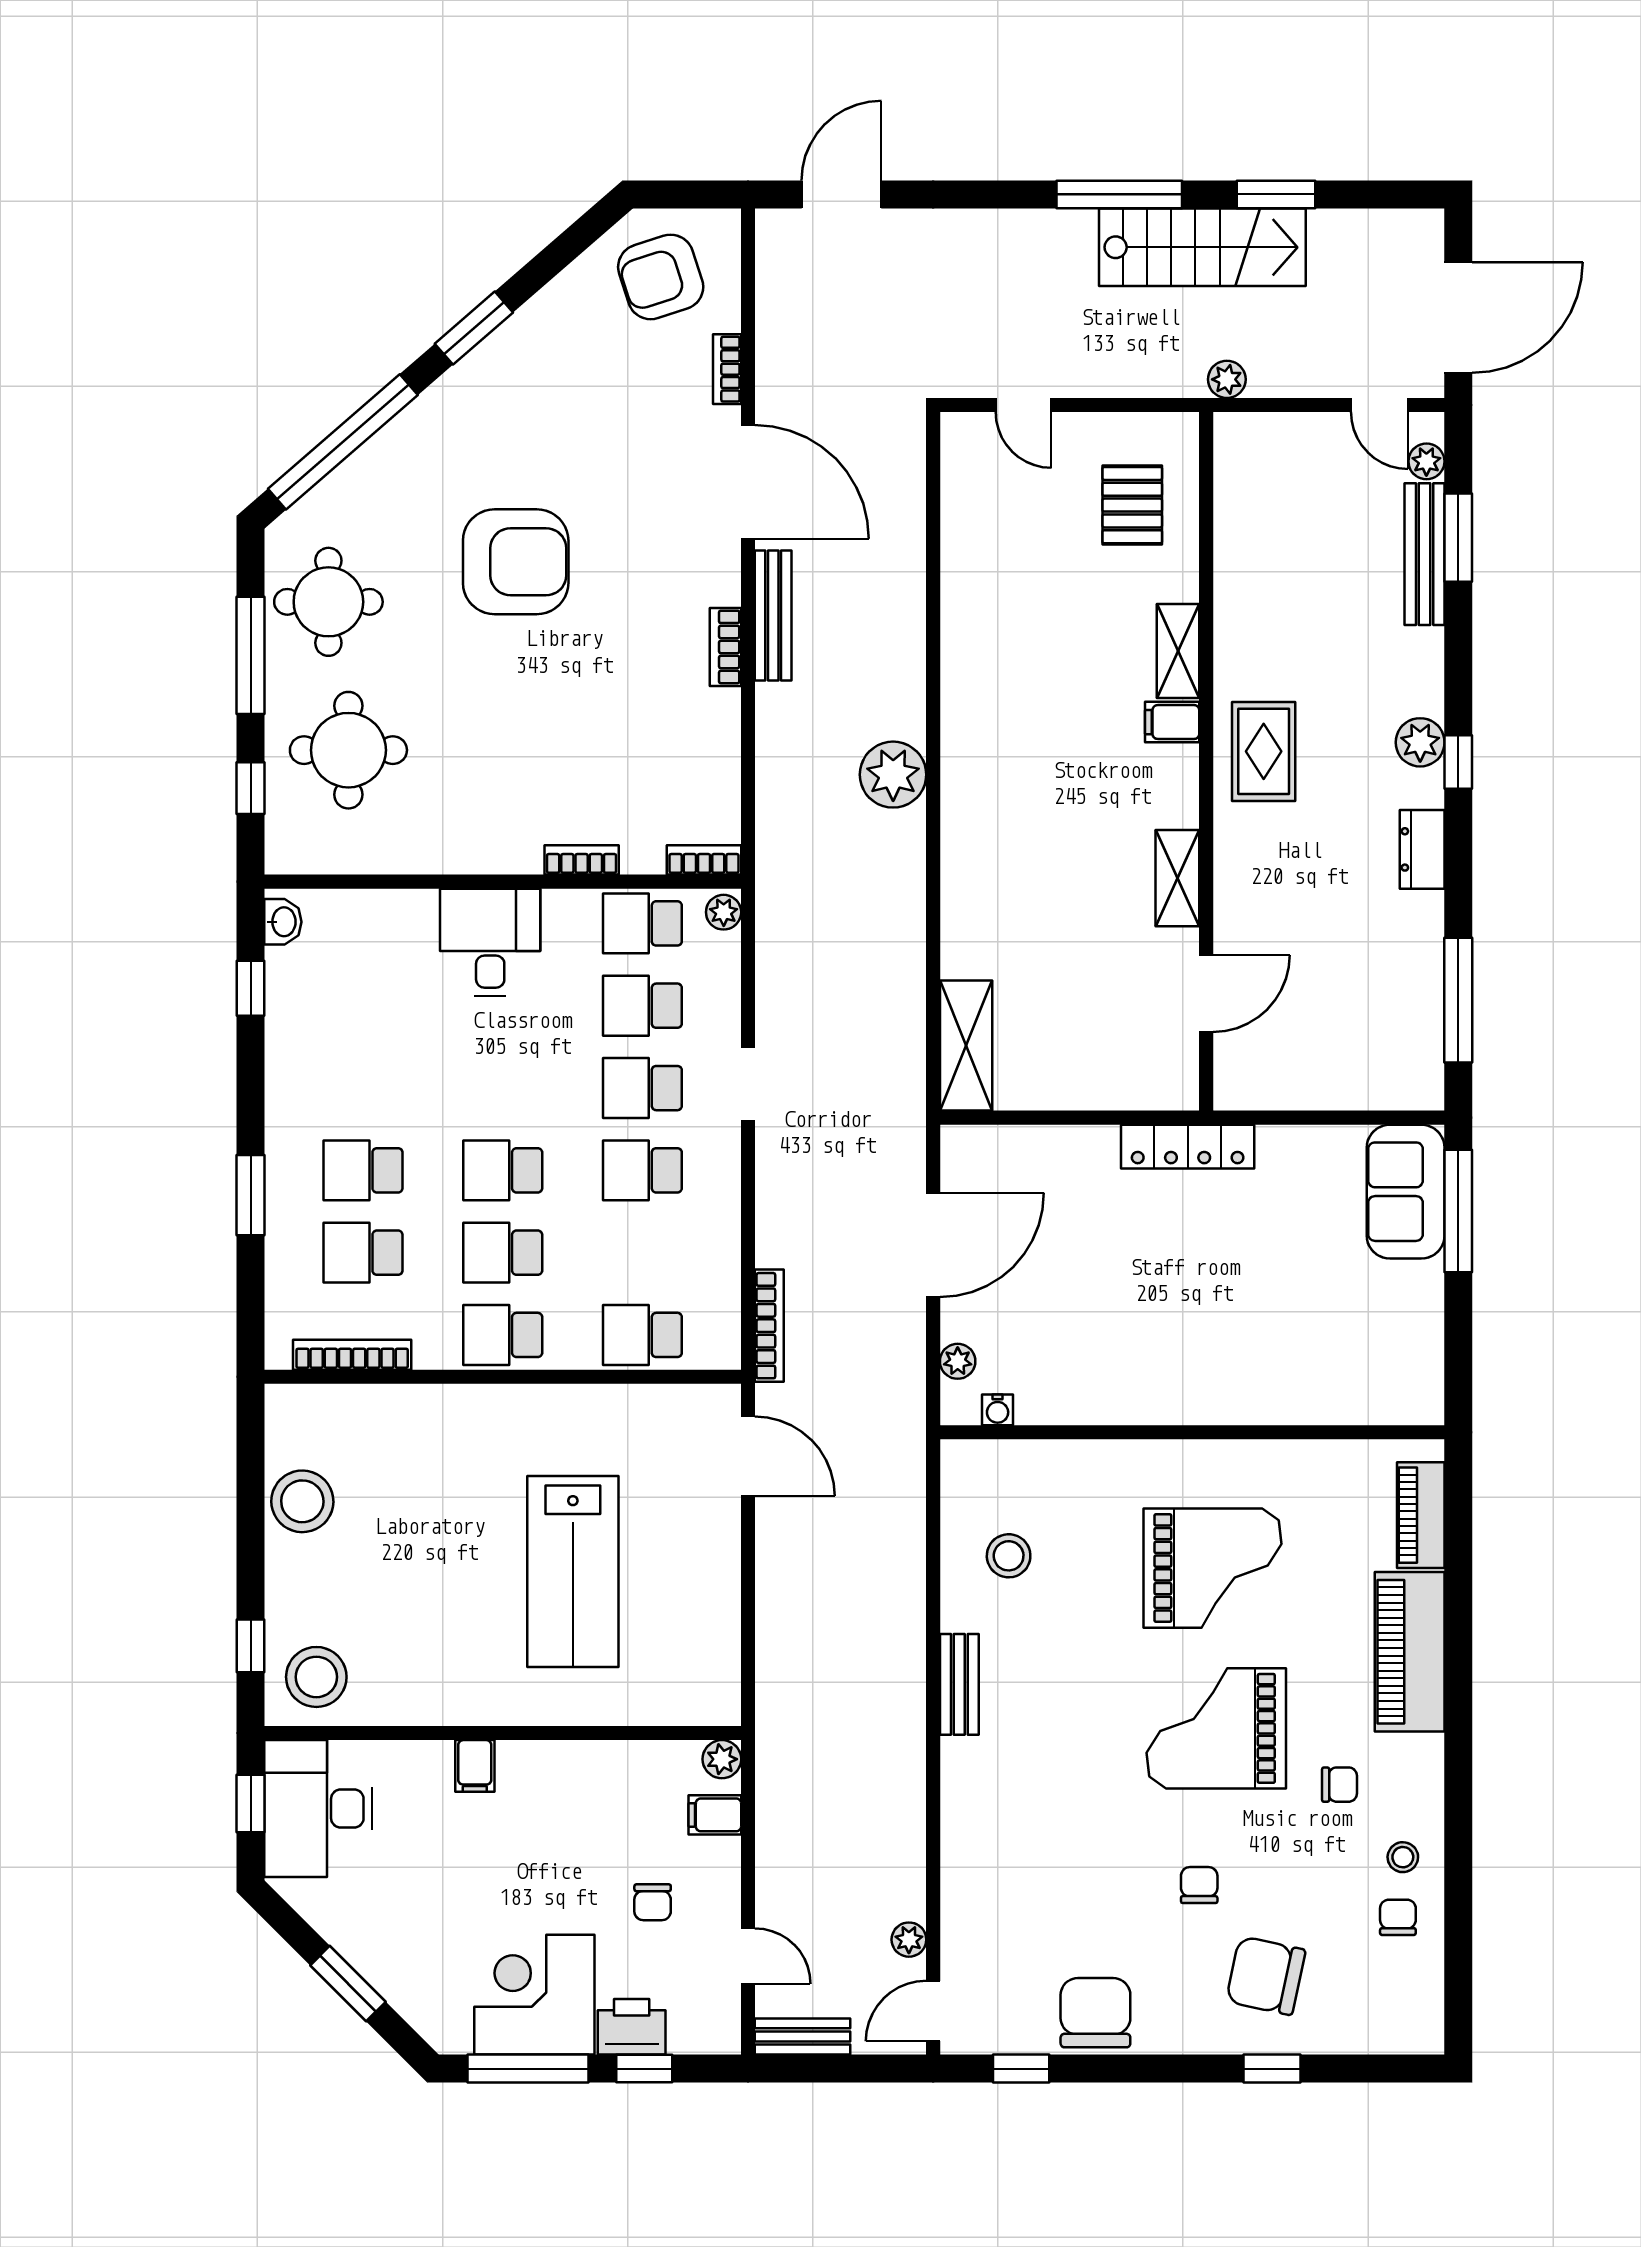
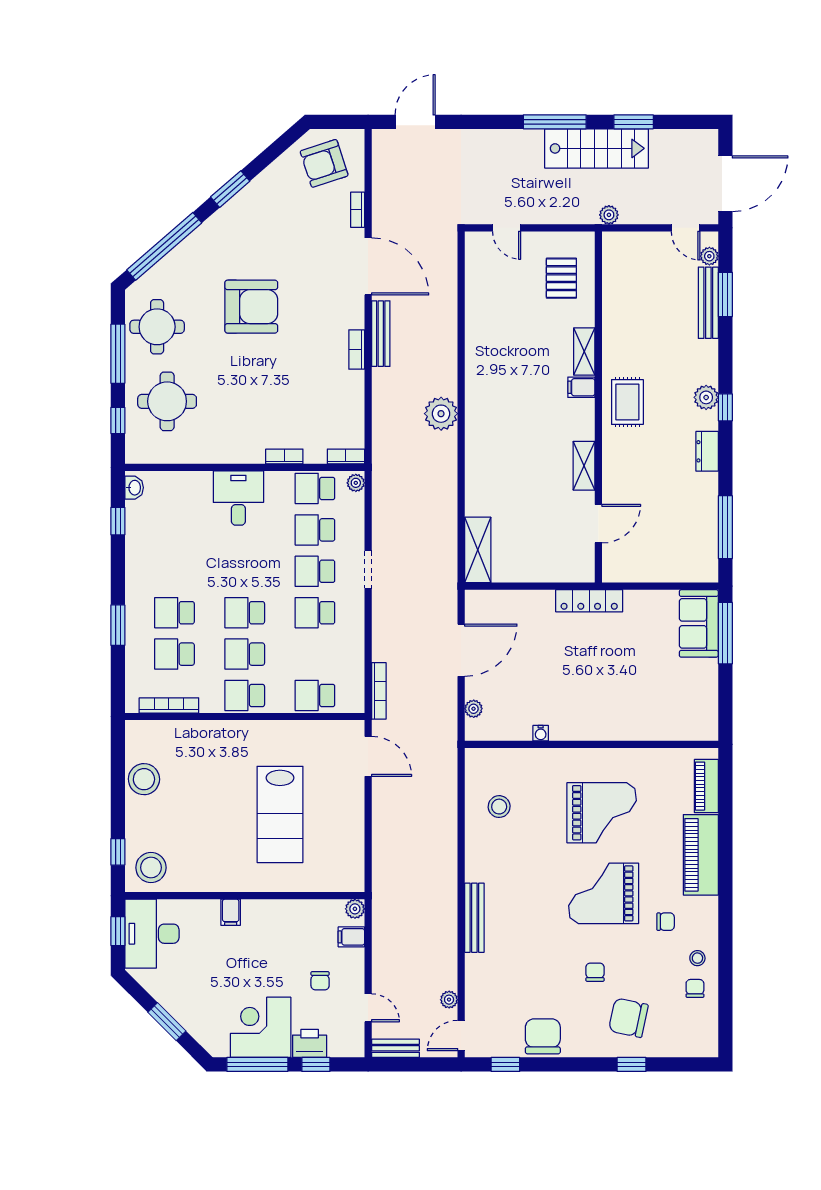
water cooler: (998, 1410) -> (541, 733), moved
bench: (959, 1684) -> (474, 918), moved, width x1.36

